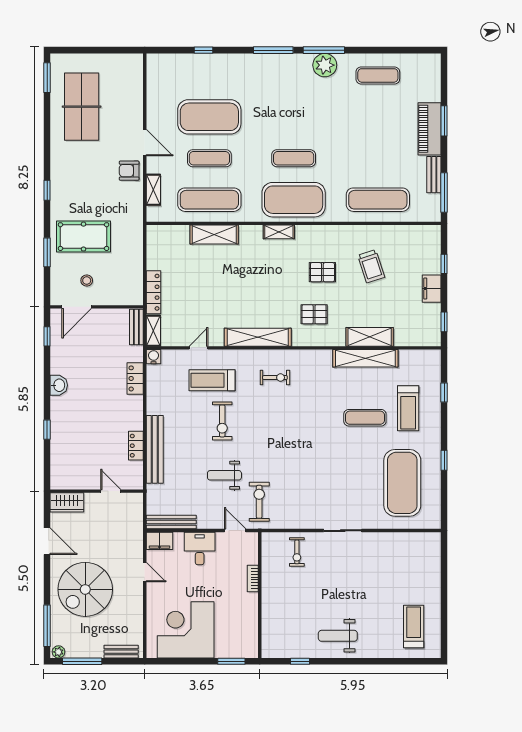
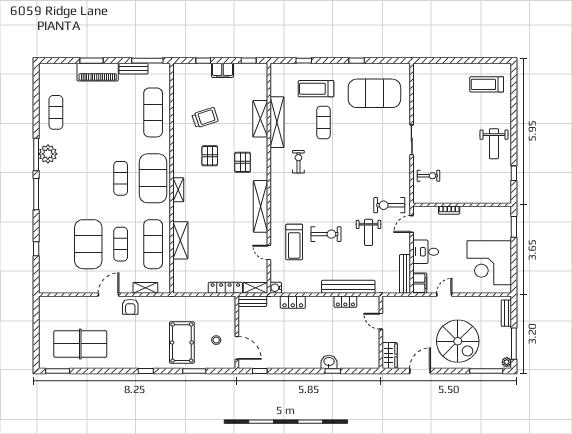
exercise bike: (275, 378) -> (298, 162), moved
washbasin: (59, 385) -> (329, 362), moved
treadmill: (408, 408) -> (316, 89), turned 180
door: (111, 491) -> (381, 321), hinge flipped

